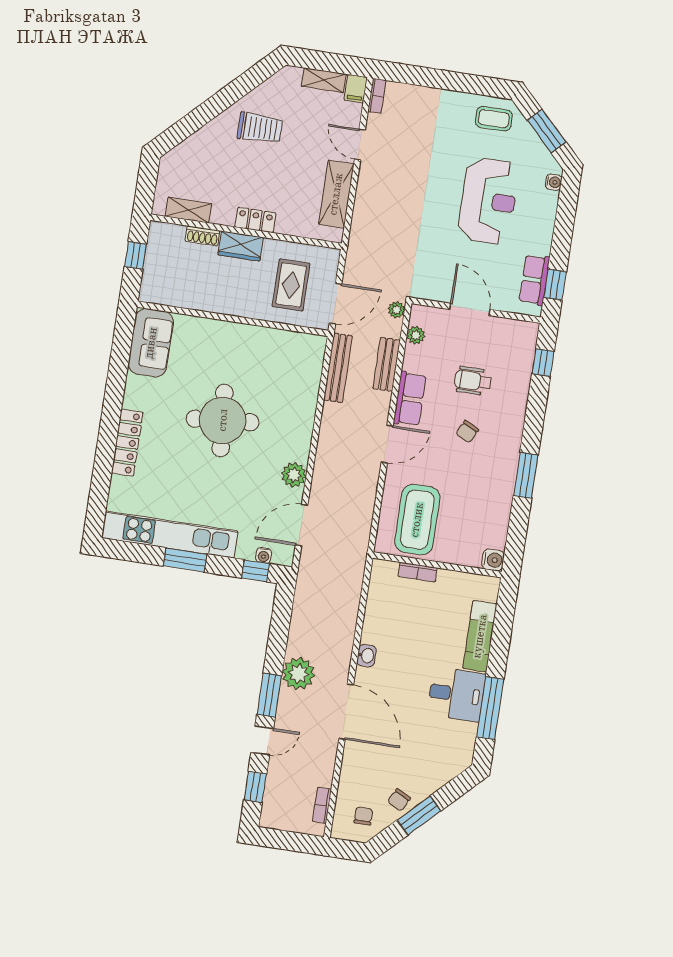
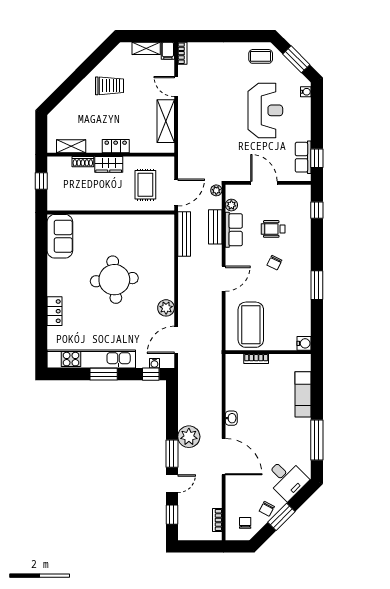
row of seats: (410, 399) -> (234, 230), moved
locker: (127, 443) -> (55, 311), width x0.66
desk: (456, 694) -> (286, 479), moved, turned 45

